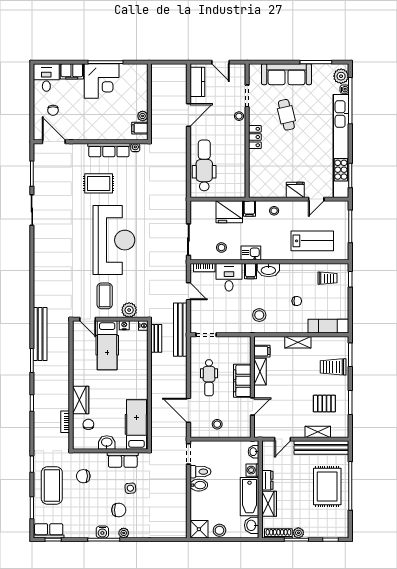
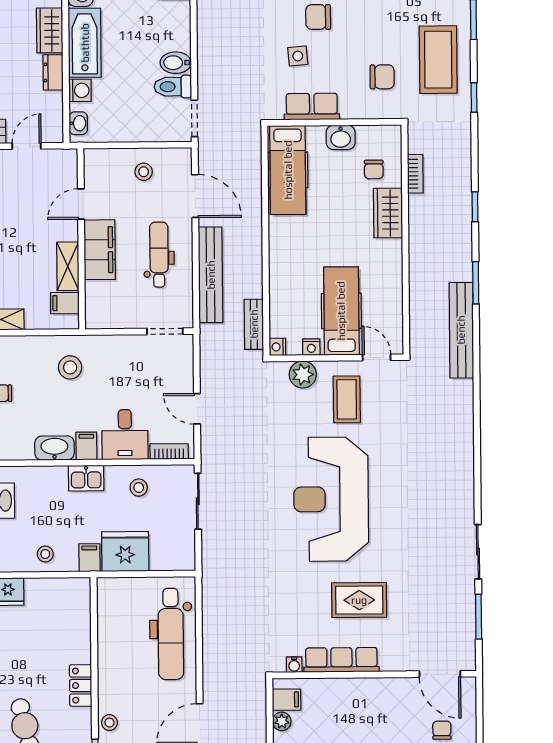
bench: (180, 330) -> (211, 275), moved

